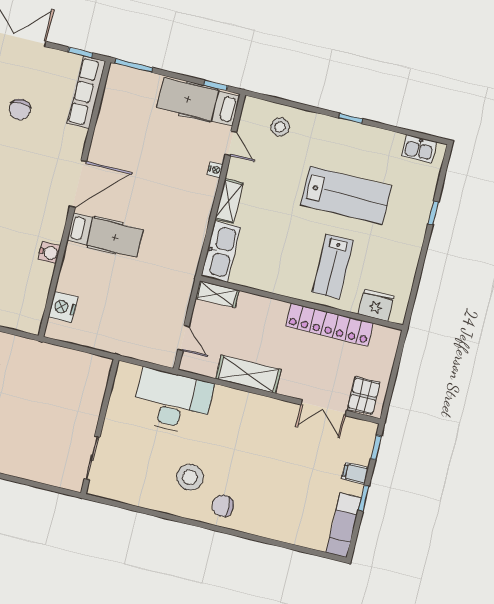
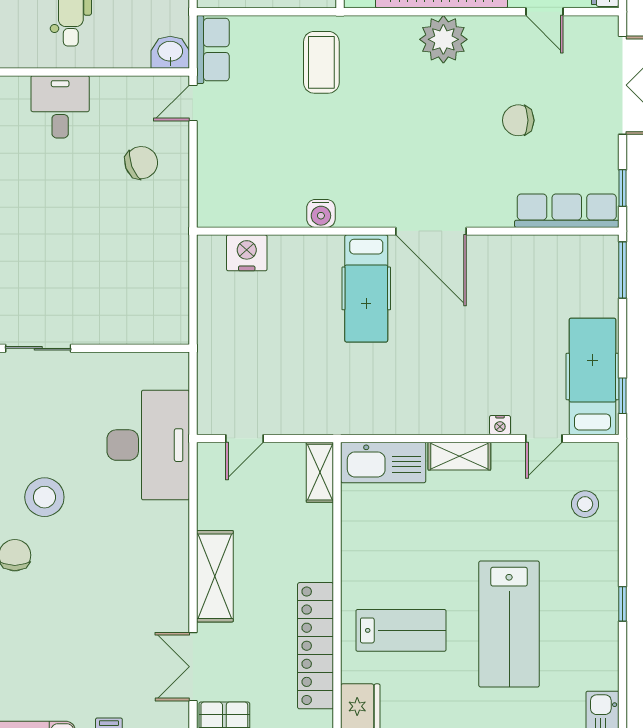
lab bench: (333, 267) -> (401, 630), turned 180
shelving: (248, 374) -> (215, 576), moved

